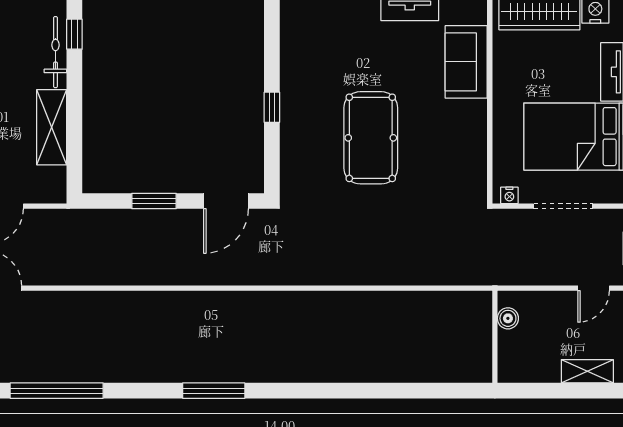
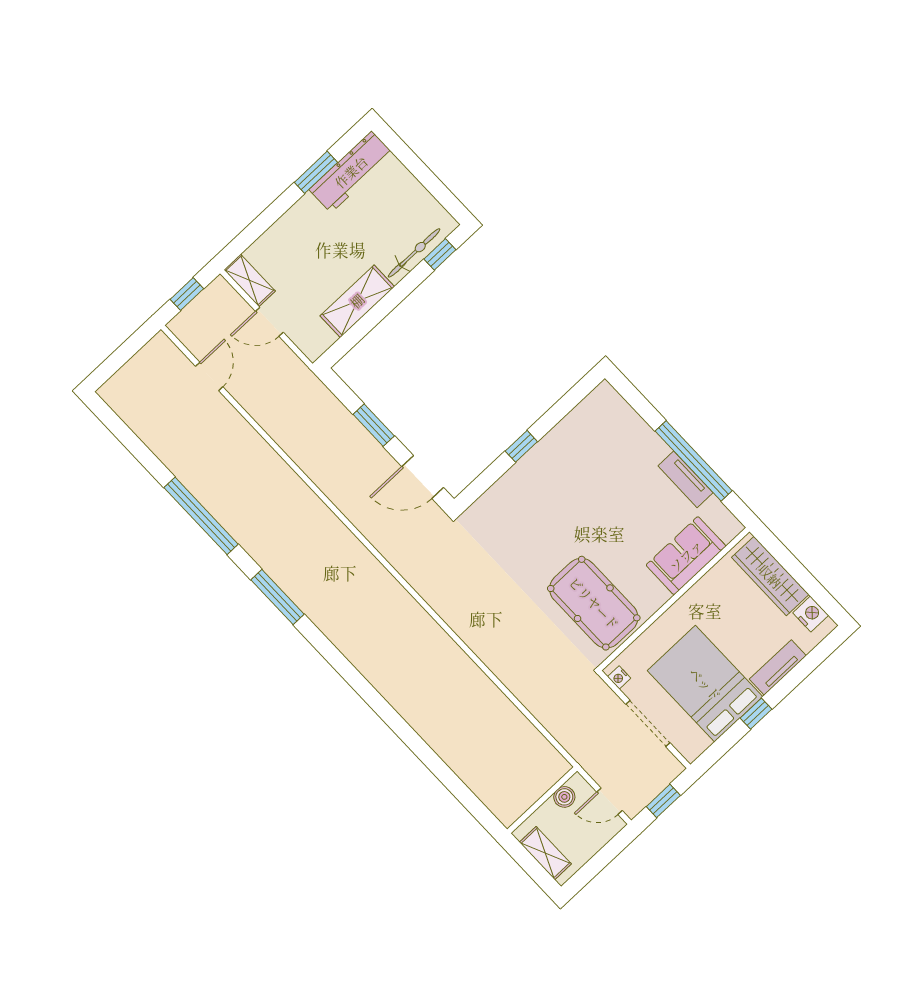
pool table: (371, 138) -> (594, 603), moved, turned 90
boiler: (508, 318) -> (564, 797), moved
wall: (495, 337) -> (542, 800), moved
window: (57, 391) -> (201, 516), moved

